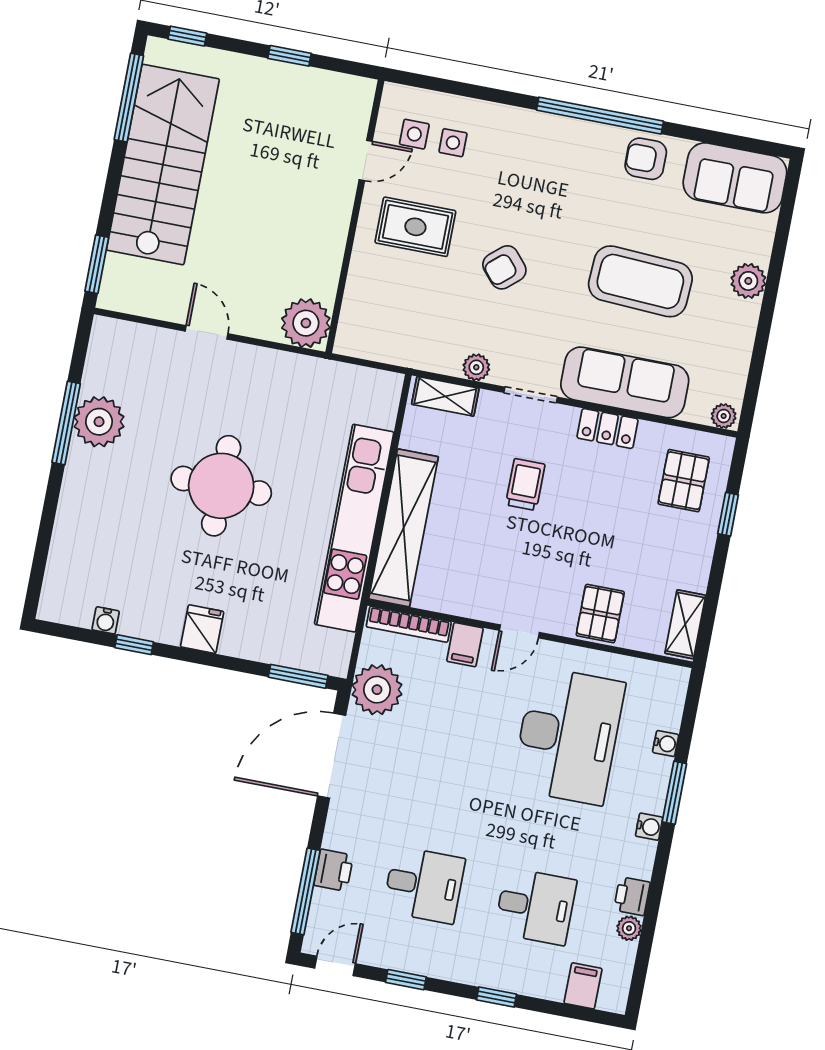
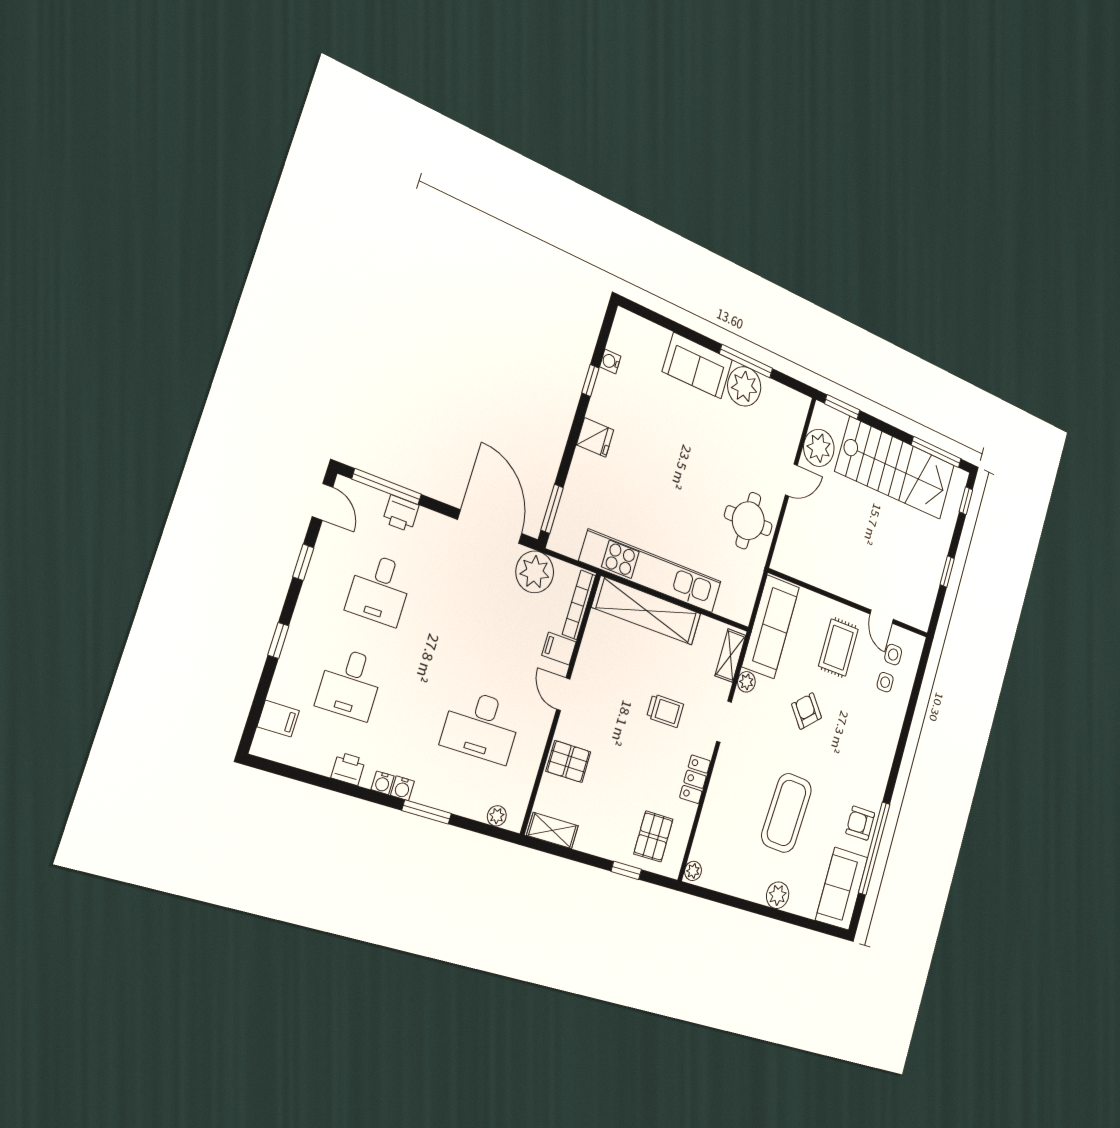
window: (600, 116) -> (874, 848), moved
armchair: (646, 159) -> (860, 823), turned -90
plant: (306, 323) -> (819, 448), moved
sofa: (625, 382) -> (770, 627), moved
pallet: (684, 481) -> (653, 837), turned 90
round table: (221, 486) -> (748, 521), moved, width x0.73, depth x0.73
sofa: (86, 495) -> (697, 366), added
desk: (568, 736) -> (481, 726), width x0.73, depth x0.77
water cooler: (666, 744) -> (383, 783), moved
plant: (629, 928) -> (497, 816), moved

